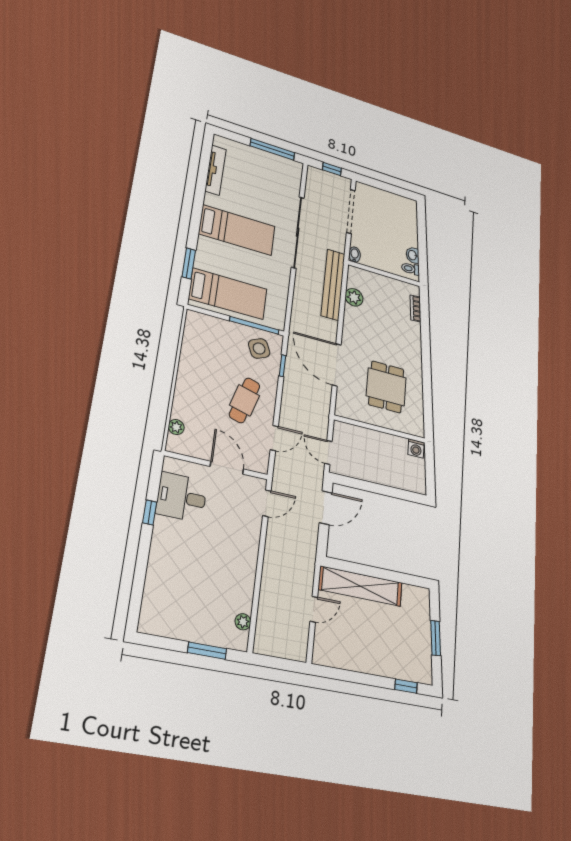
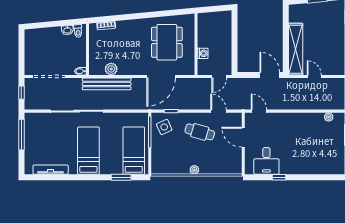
dining table: (386, 387) -> (167, 42), width x1.38
plant: (176, 427) -> (194, 170), moved
washing machine: (416, 448) -> (203, 53), moved
door: (227, 468) -> (243, 137), hinge flipped
door: (326, 508) -> (270, 75), moved

